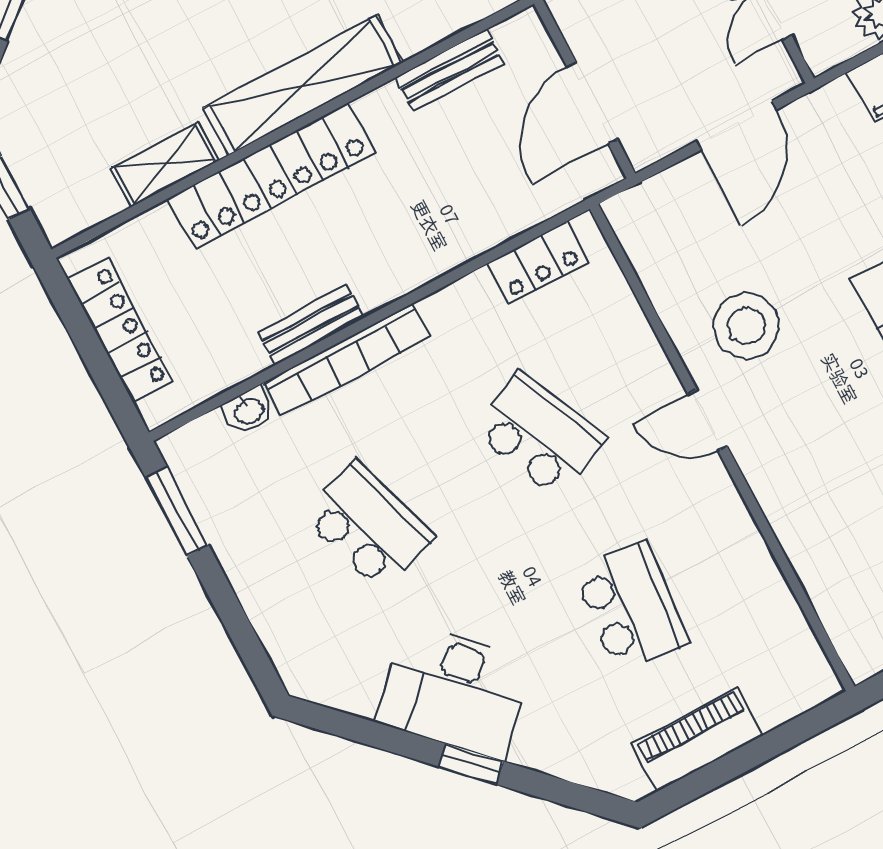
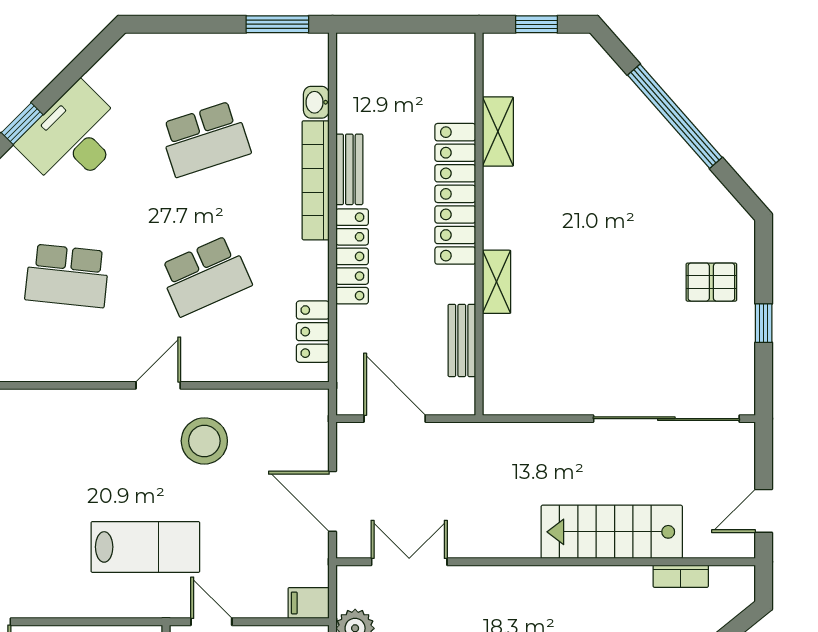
shelving: (303, 86) -> (497, 282), width x0.45, depth x0.75
locker: (120, 331) -> (352, 256), moved, turned -90

